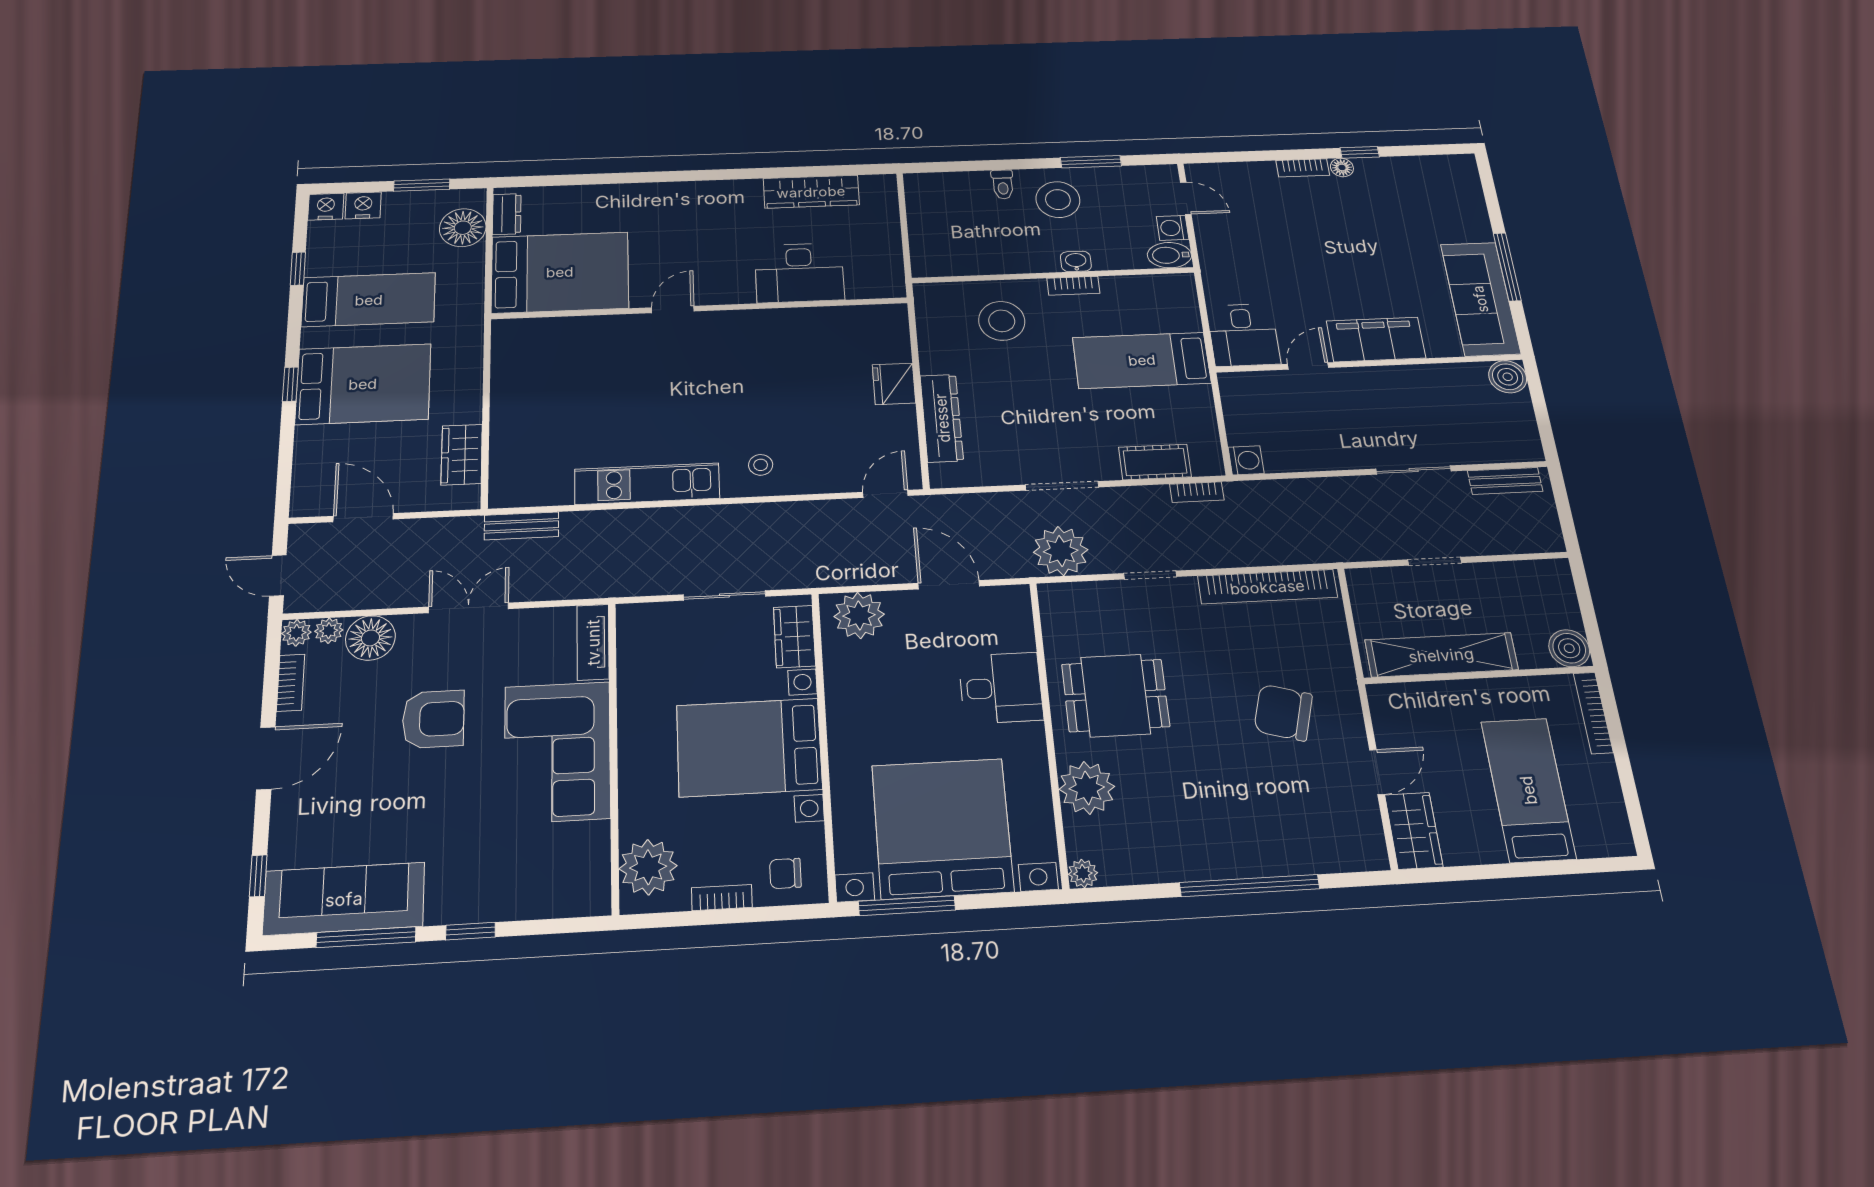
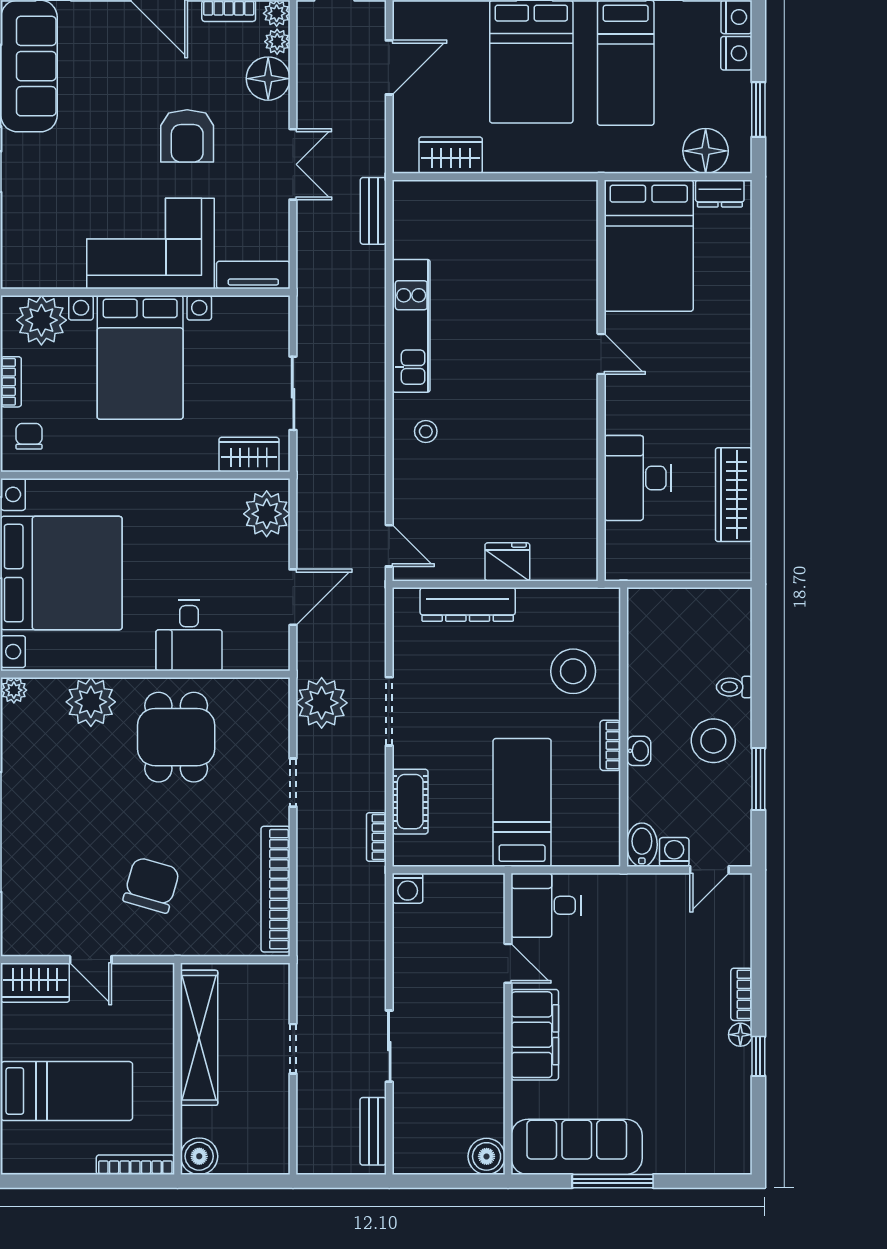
bed with nightstands: (749, 747) -> (140, 357), moved, turned 180

